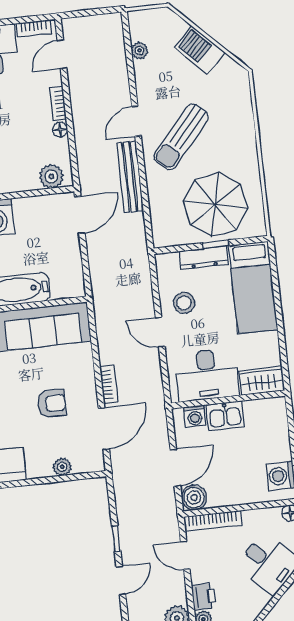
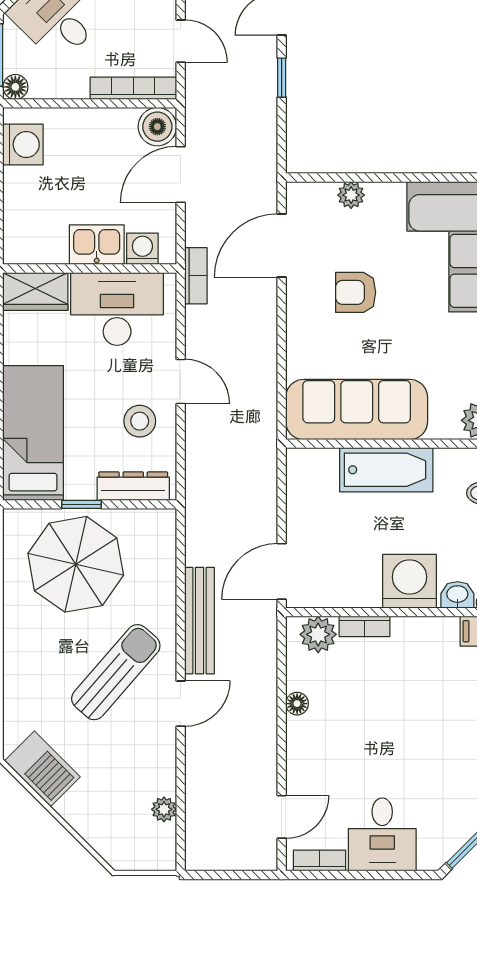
barbecue: (200, 50) -> (42, 769), moved
bookcase: (58, 104) -> (365, 626), moved, turned 90
dresser: (204, 258) -> (133, 486), moved
bookcase: (109, 384) -> (196, 276), moved, turned 180

